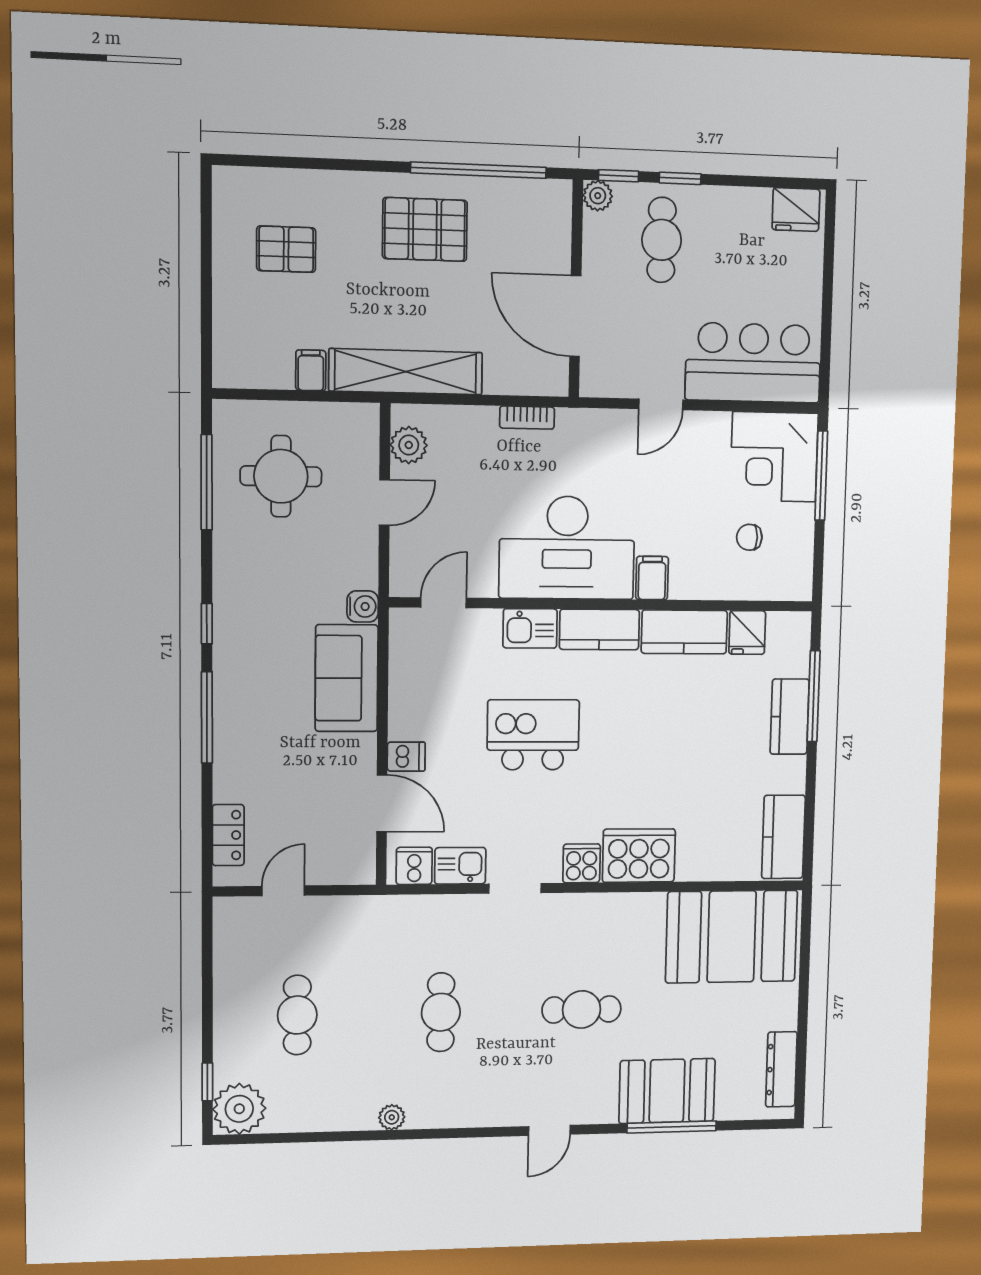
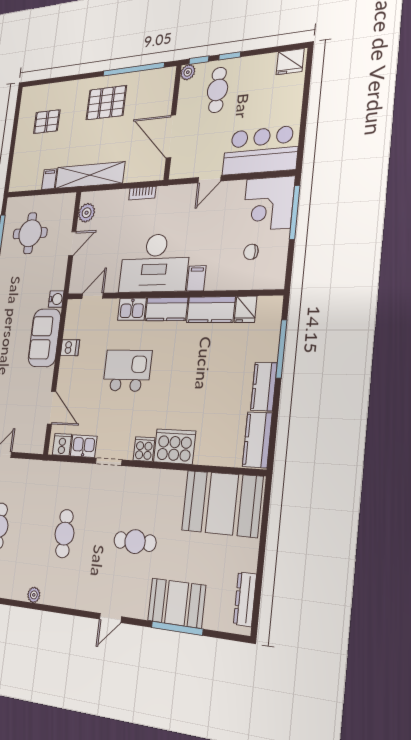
kitchen counter: (790, 717) -> (264, 387), moved
dishwasher: (406, 757) -> (70, 348), moved

